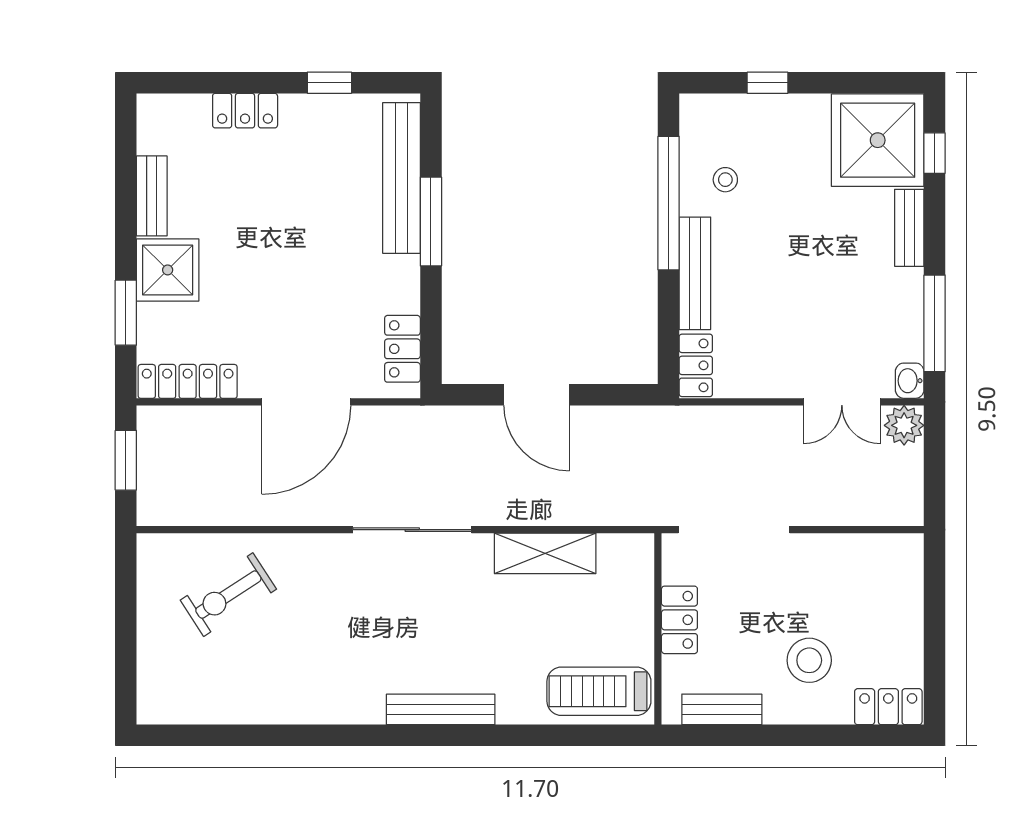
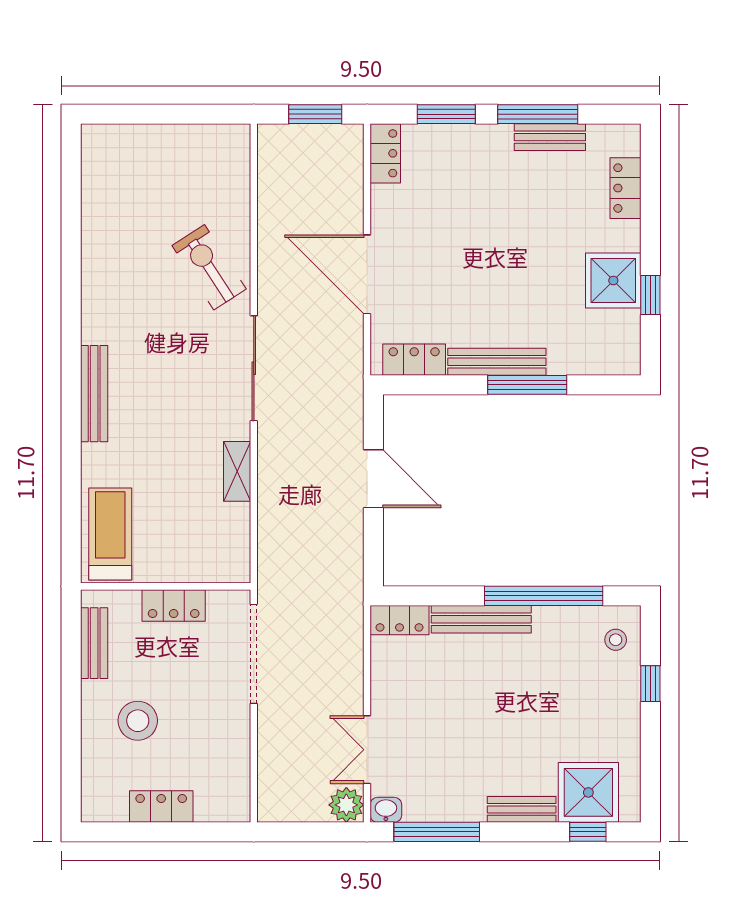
locker: (245, 111) -> (626, 188), moved
shower: (878, 140) -> (588, 792), width x0.73, depth x0.73
bench: (401, 178) -> (497, 362), moved, width x0.73, depth x0.82
stool: (725, 180) -> (616, 640), moved
window: (126, 210) -> (538, 114), added
shower: (168, 270) -> (613, 281), moved
locker: (188, 381) -> (385, 153), width x0.66
door: (537, 395) -> (373, 479), swing flipped
shelving: (545, 553) -> (237, 471), width x0.67, depth x0.75
exercise bike: (228, 595) -> (209, 267), moved
locker: (888, 707) -> (161, 807), moved, turned -90

